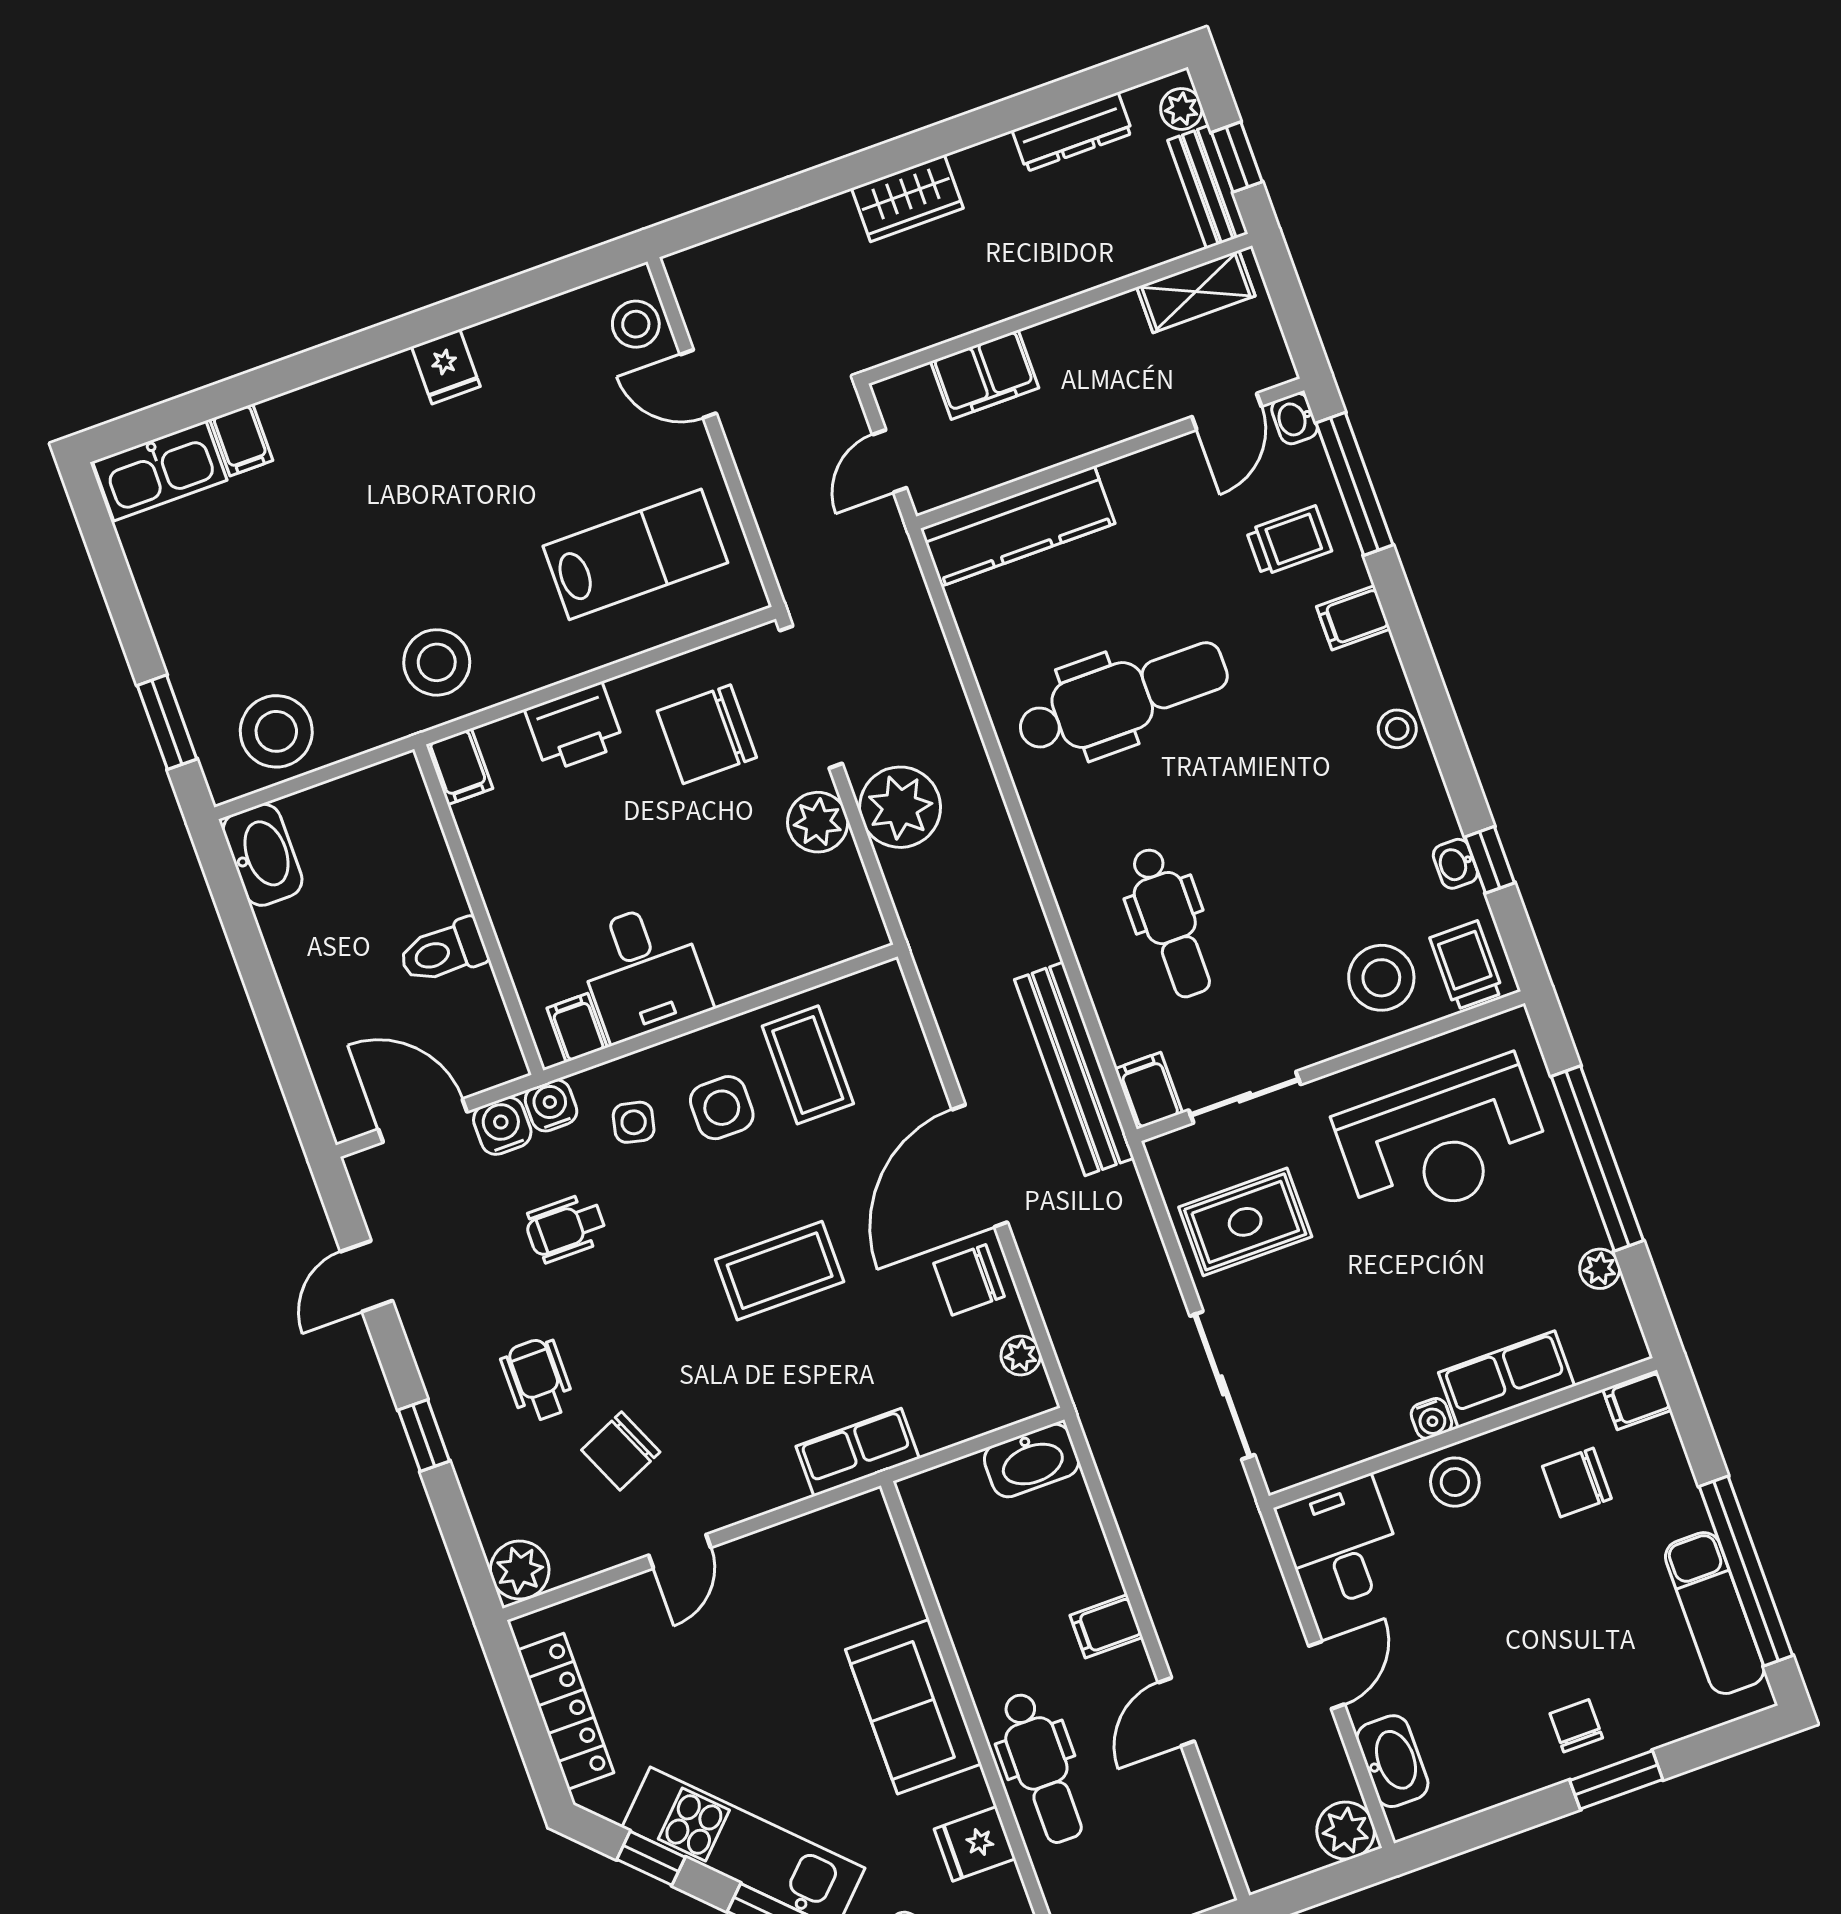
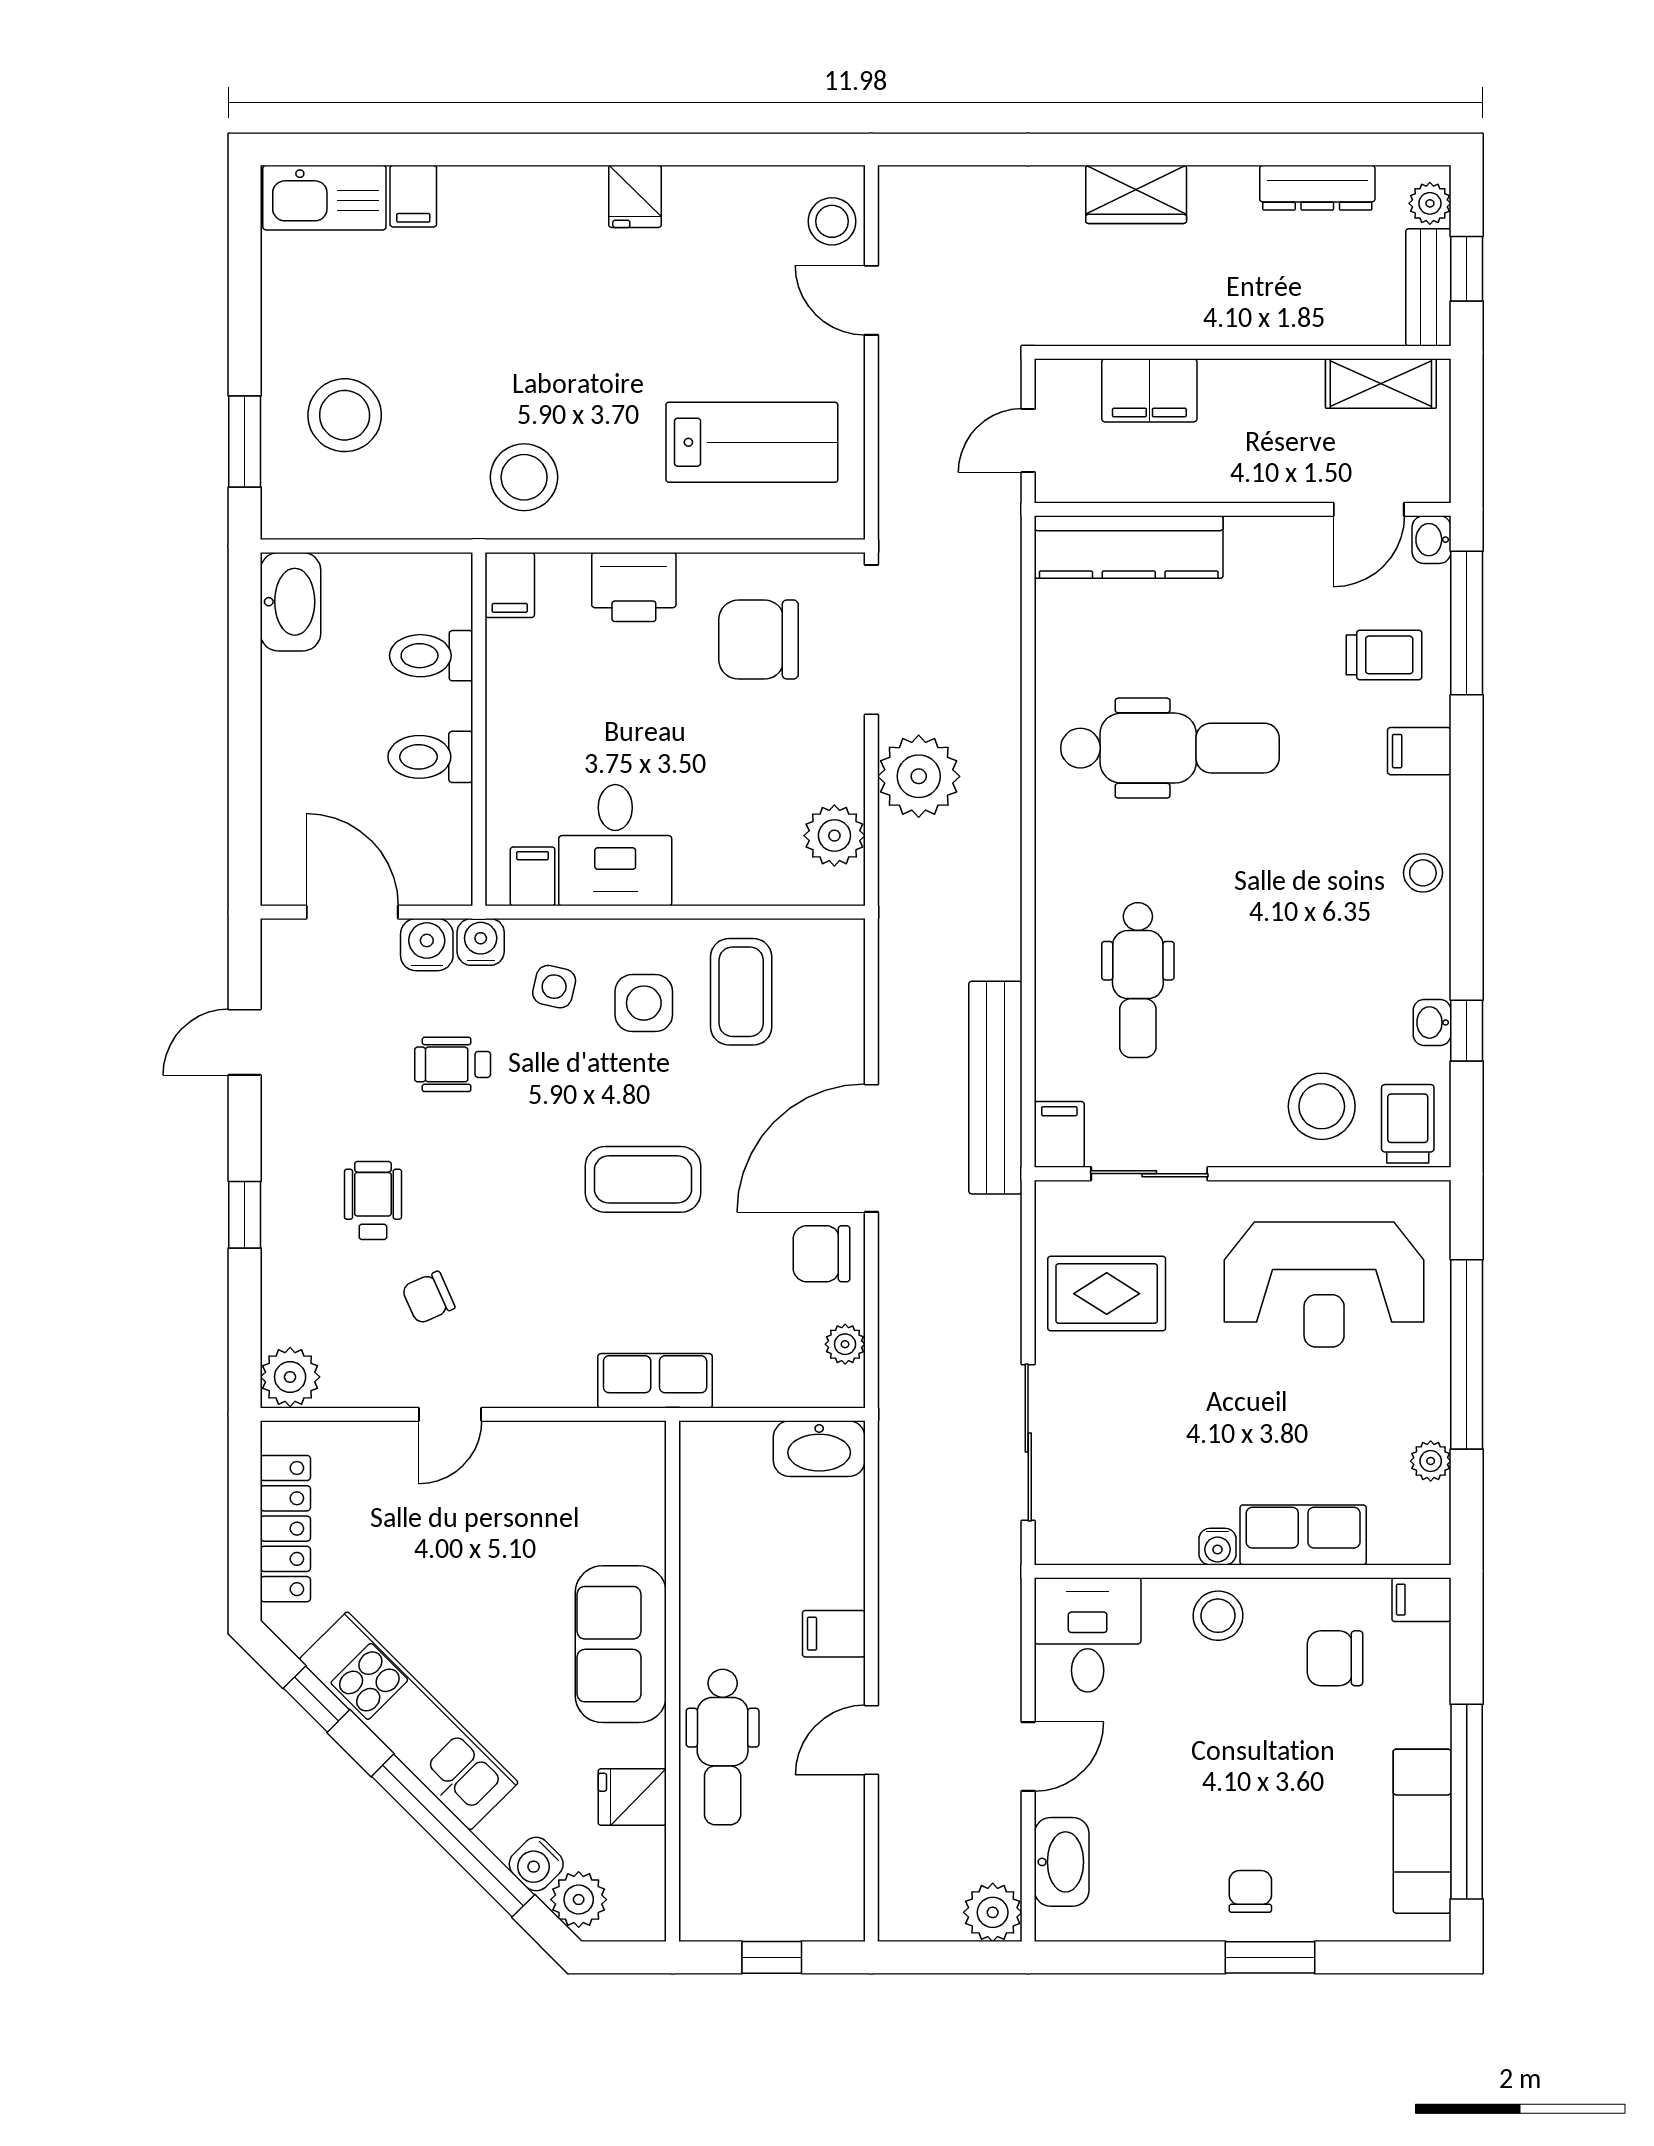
stool: (276, 731) -> (345, 415), moved
plant: (818, 822) -> (834, 836), moved
toilet: (410, 858) -> (431, 656), added
chair: (621, 1451) -> (428, 1298), width x0.73, depth x0.73

